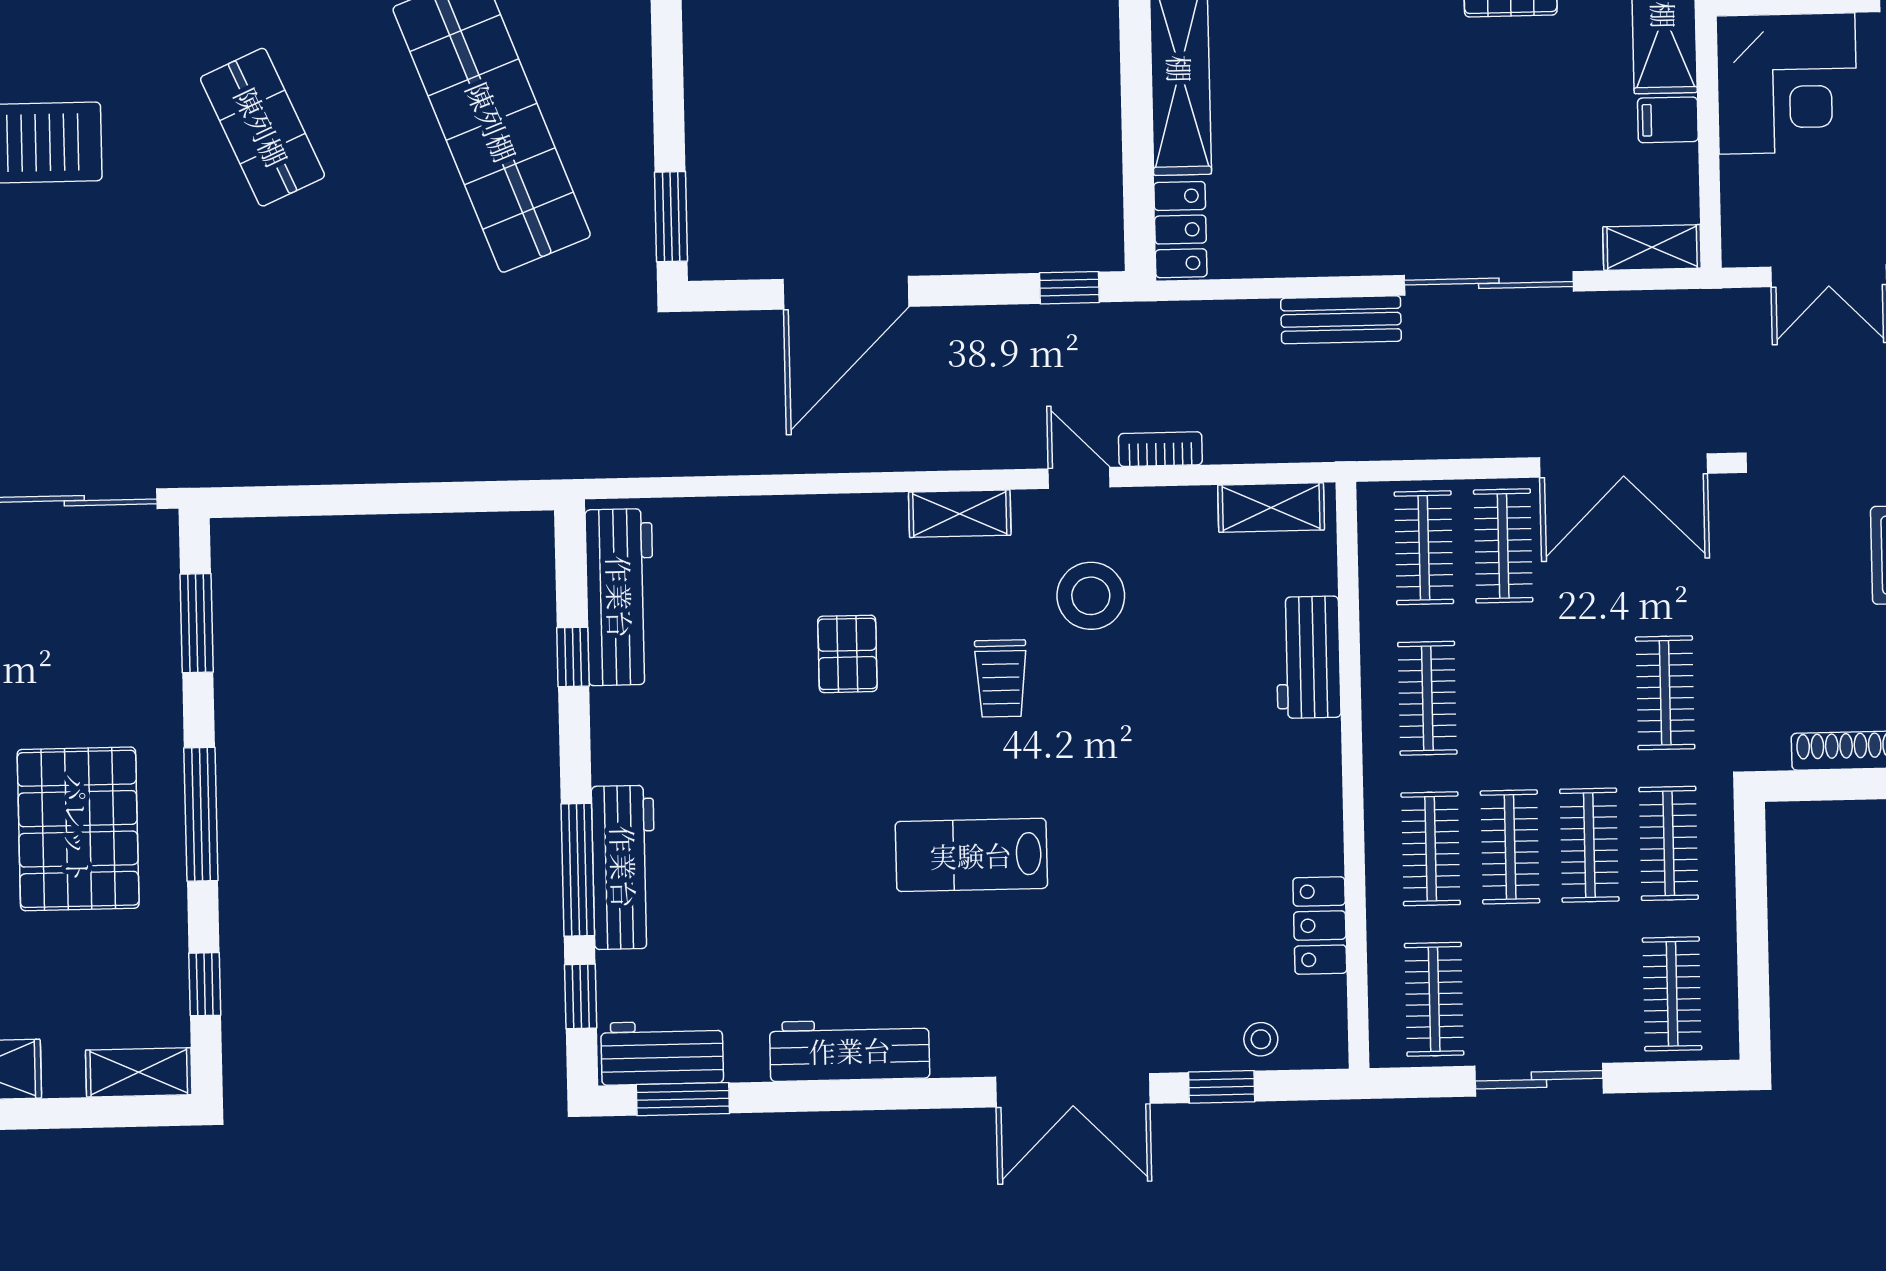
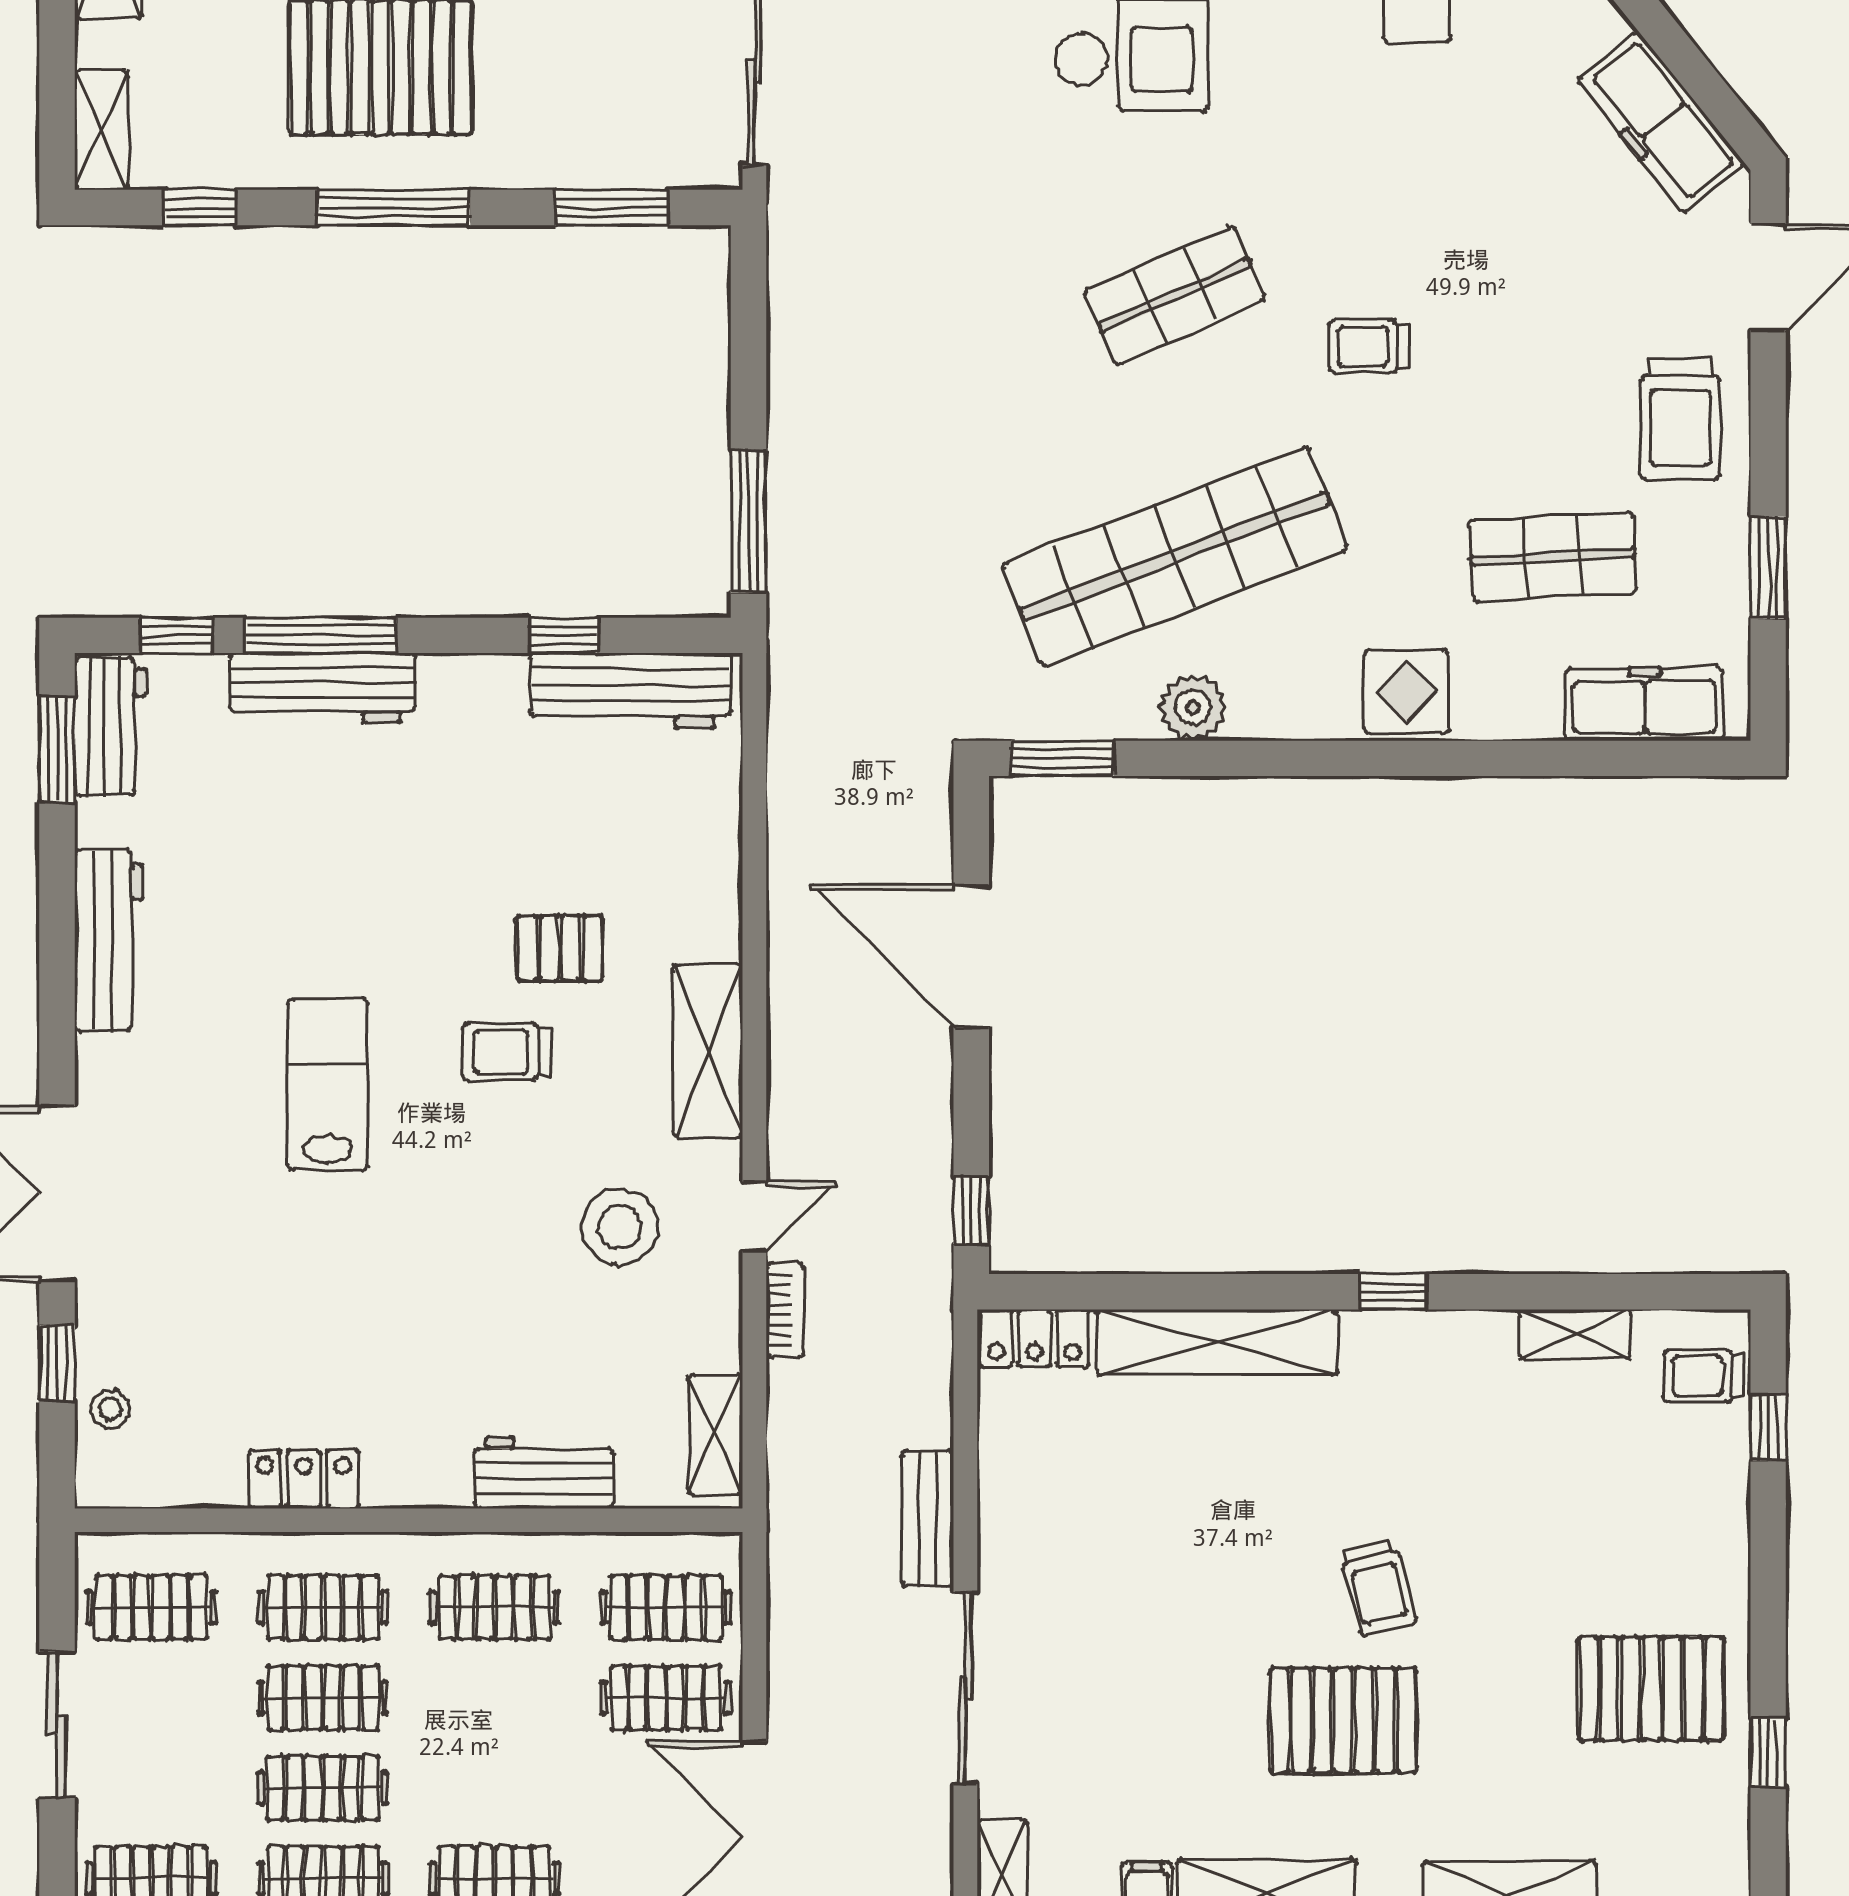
plant: (624, 103) -> (1193, 707), added
window: (469, 497) -> (748, 521), added
shelving: (960, 514) -> (708, 1051), width x1.50, depth x1.33
trolley: (1001, 678) -> (507, 1052), moved
locker: (1320, 926) -> (304, 1479), moved

